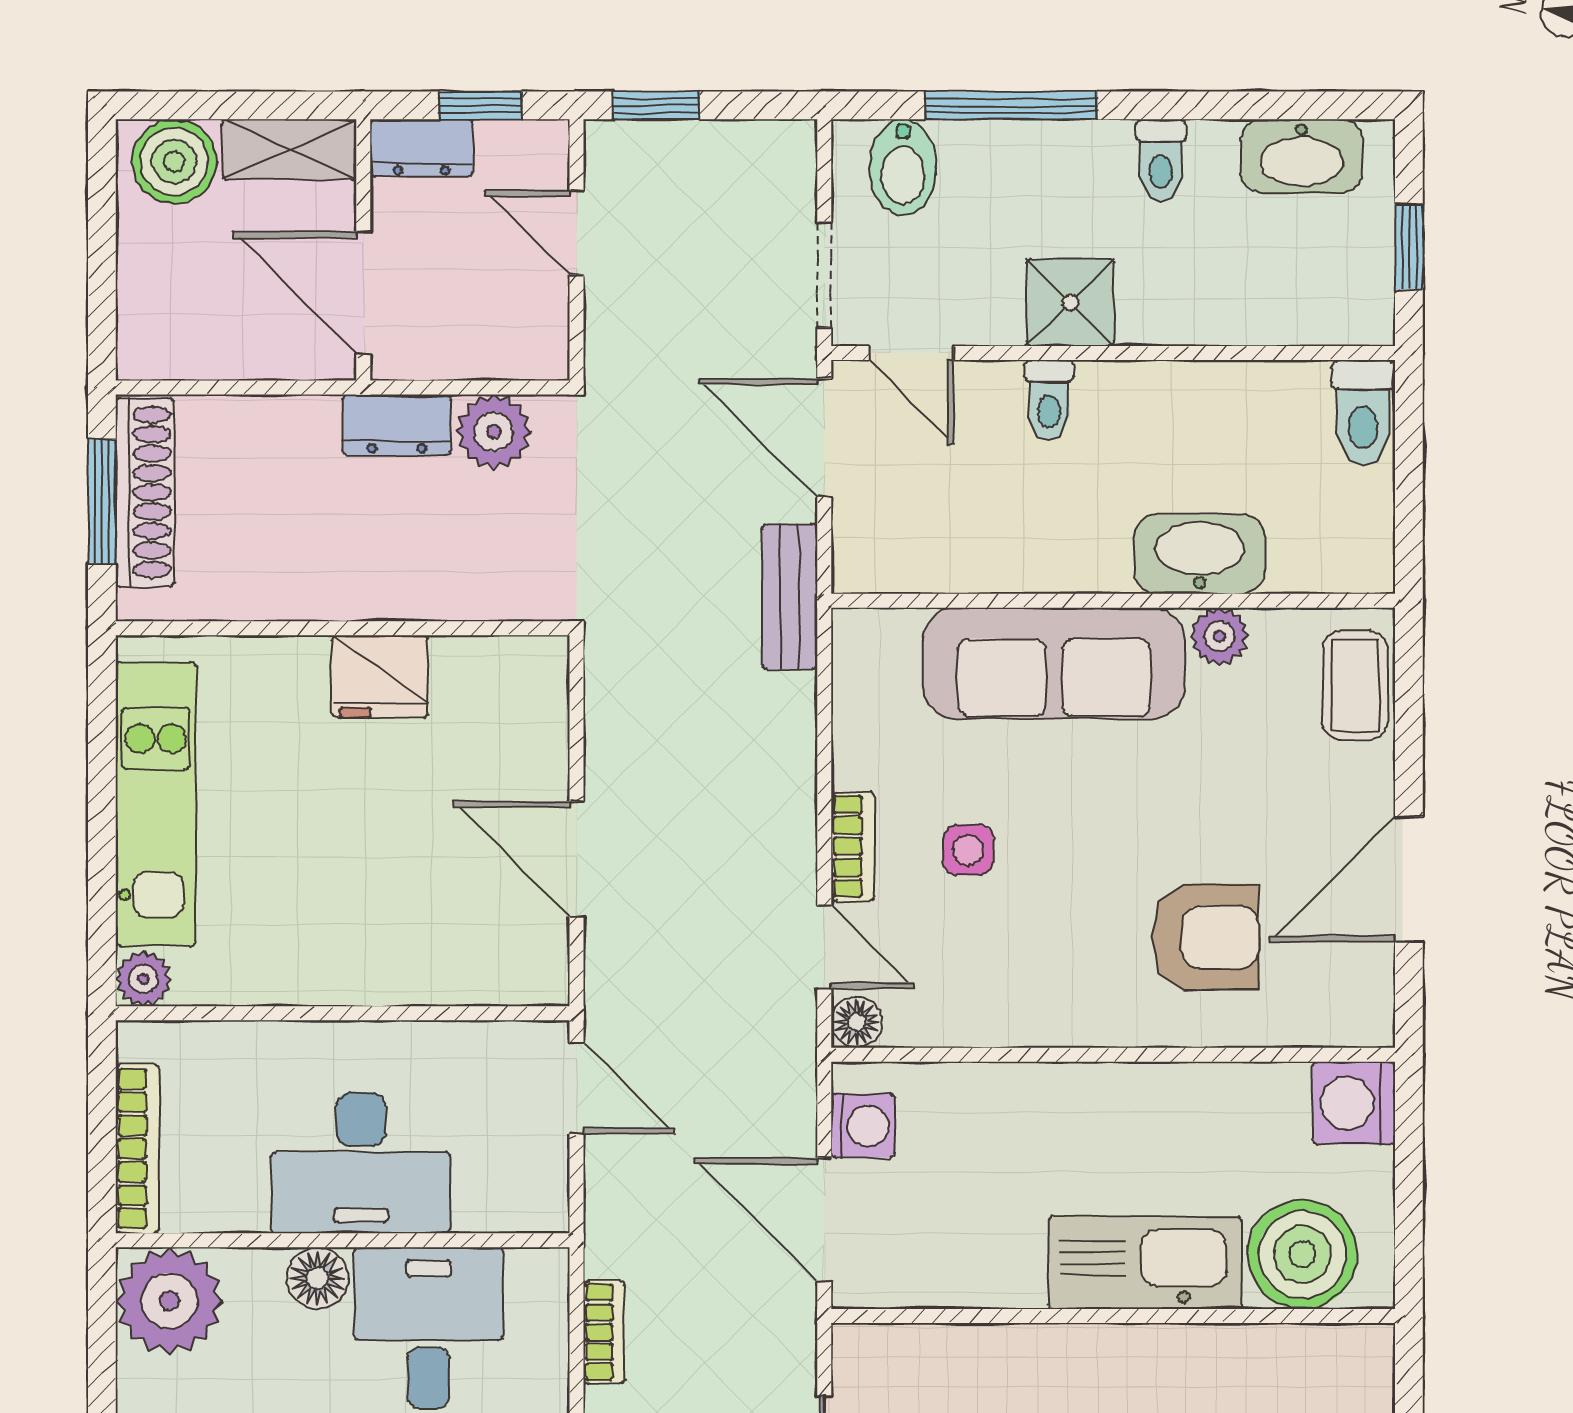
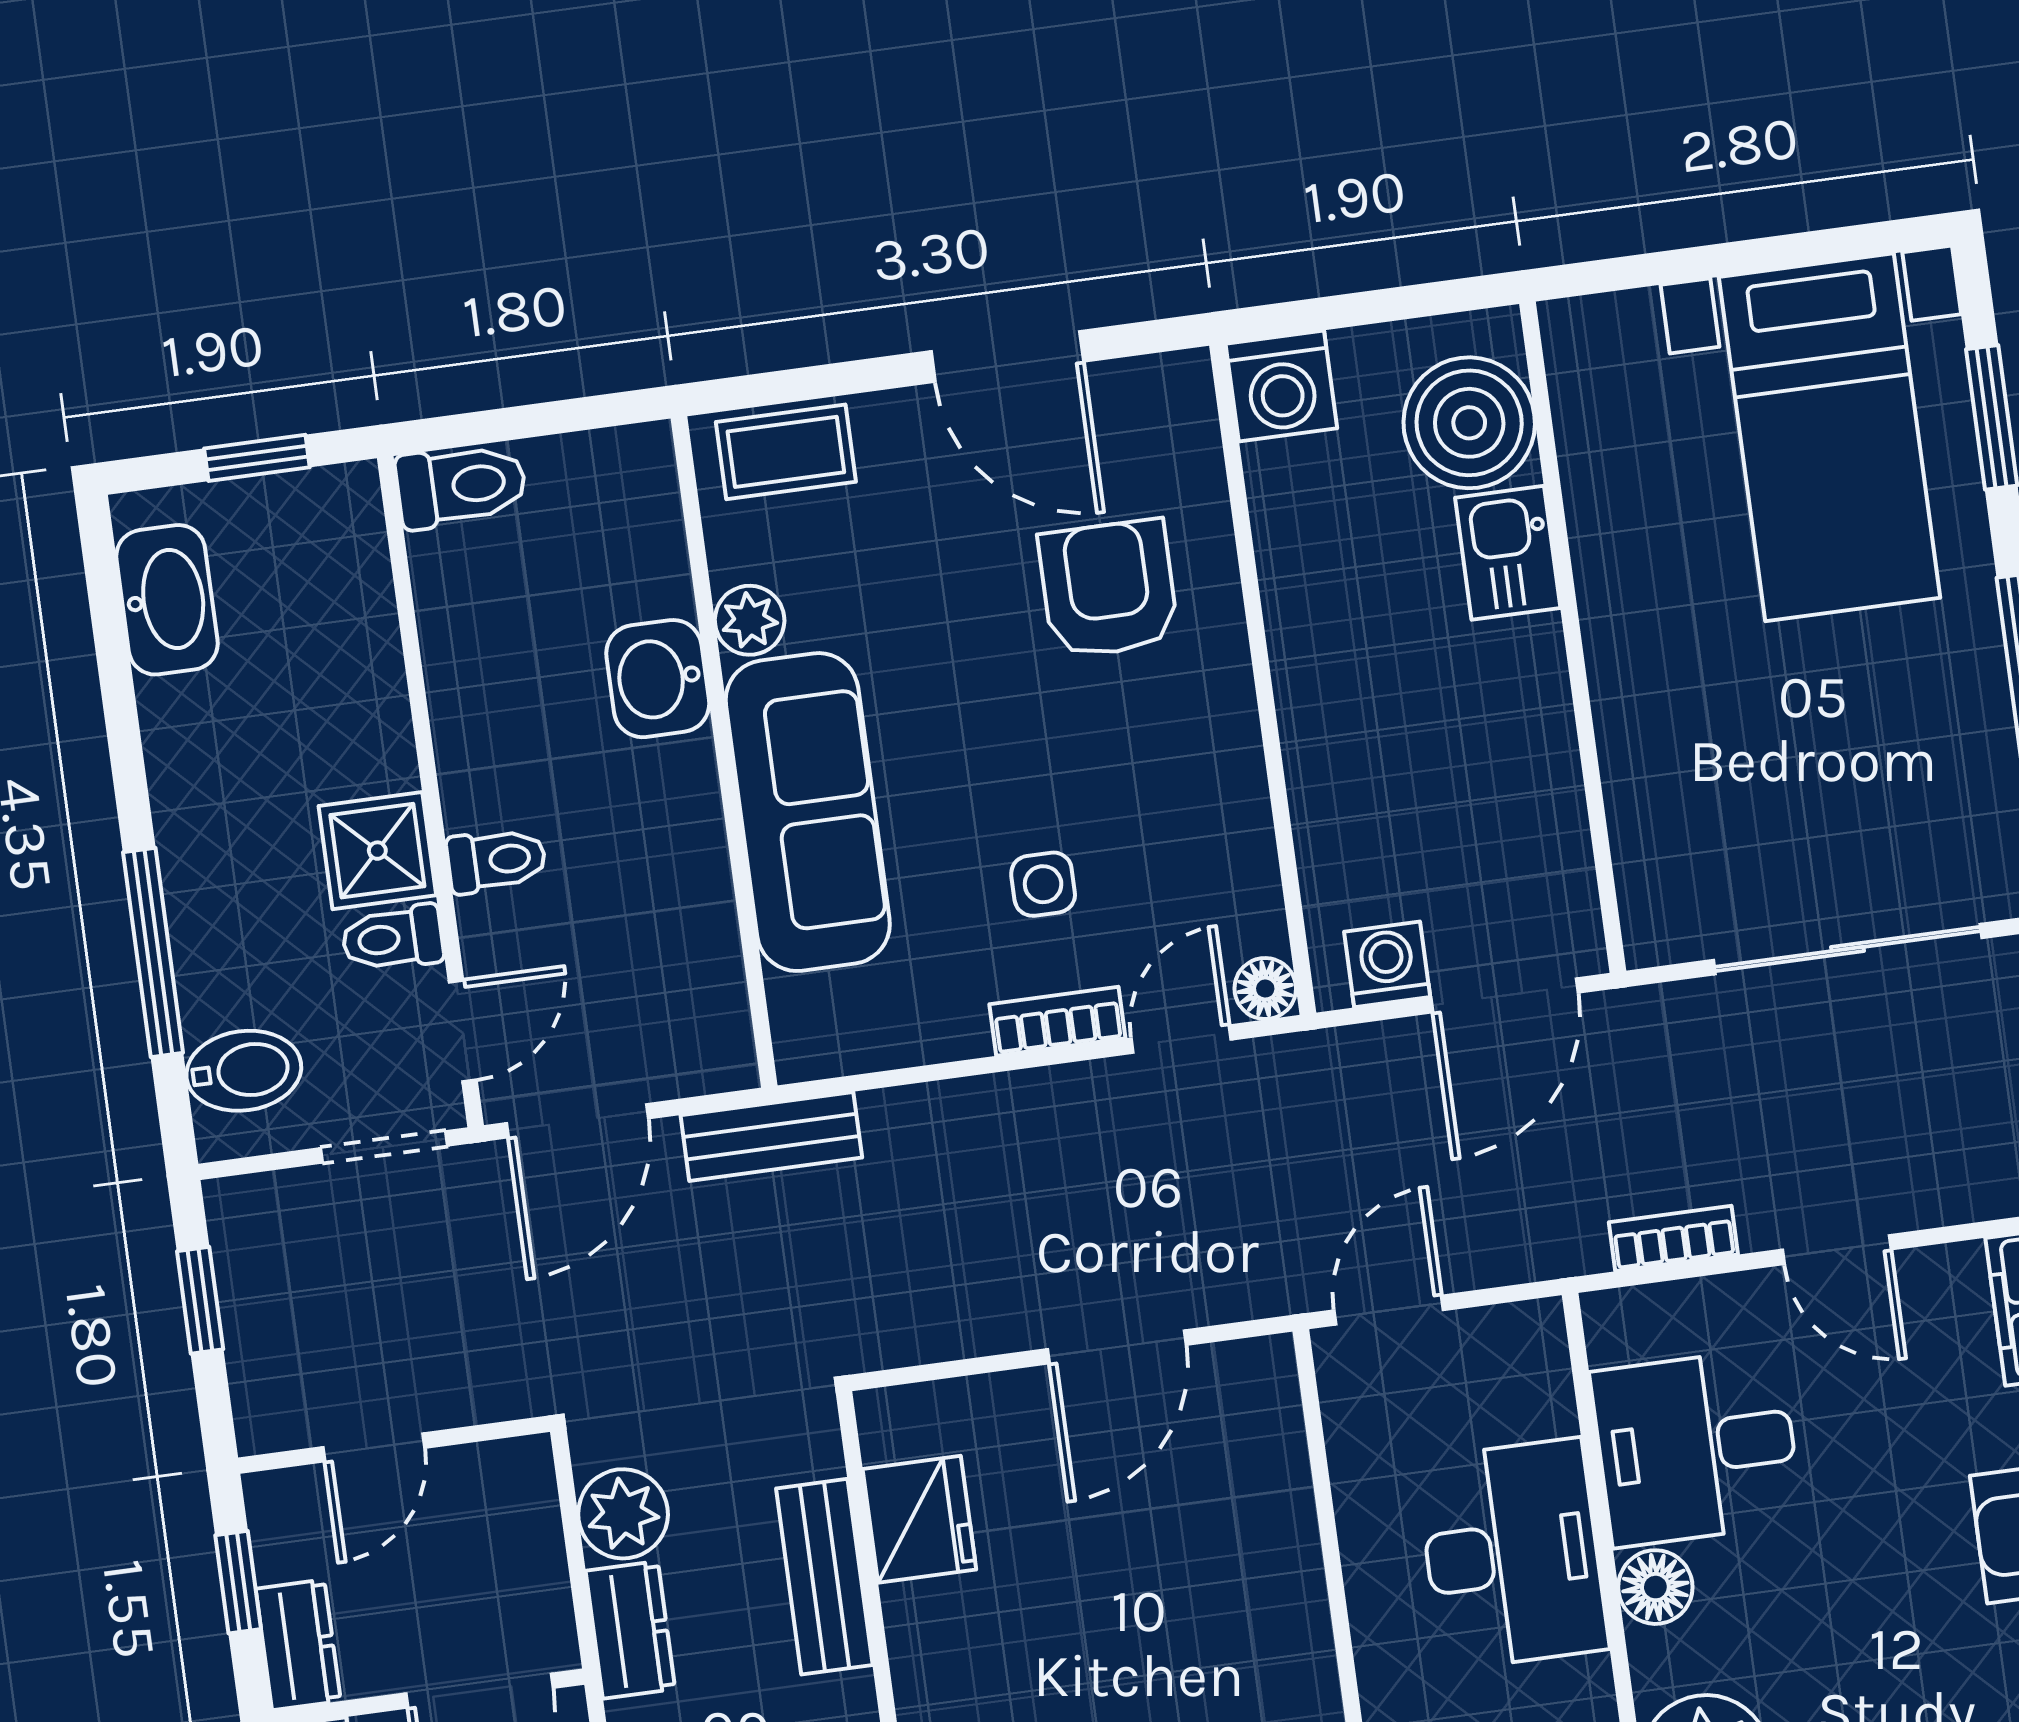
window: (656, 105) -> (200, 1300), moved
toilet: (1161, 160) -> (393, 938), moved, turned 180
washbasin: (1200, 554) -> (658, 679), width x0.72
bench: (419, 591) -> (824, 1577), added
fridge: (380, 676) -> (919, 1519), moved
kitchen sink: (1145, 1263) -> (1508, 553), width x0.53, depth x0.81

